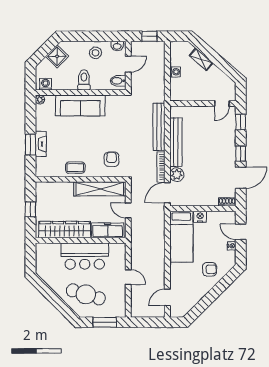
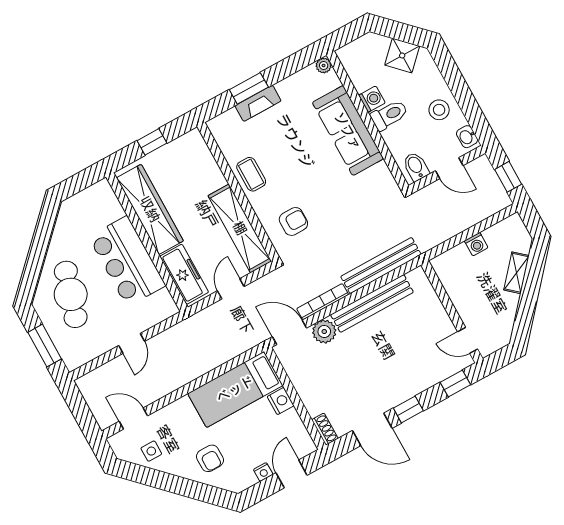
washing machine: (45, 84) -> (372, 99), moved
side table: (189, 297) -> (151, 451), added

